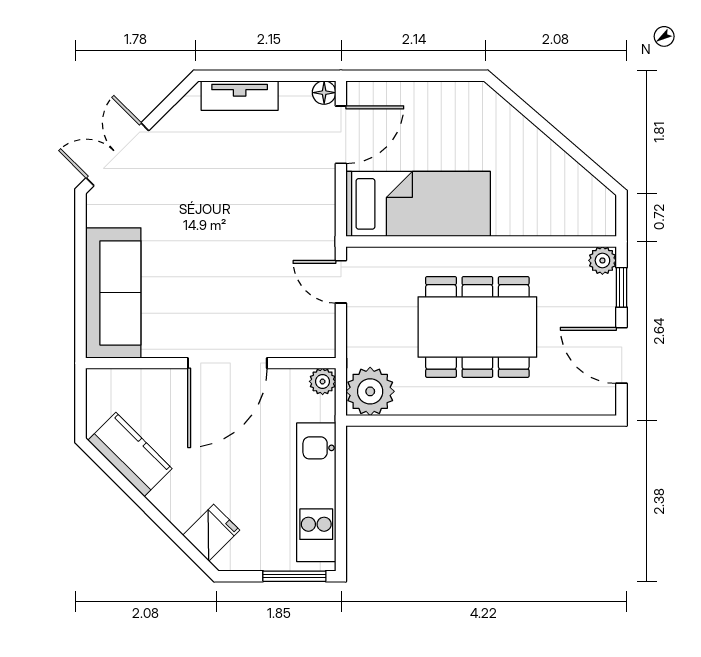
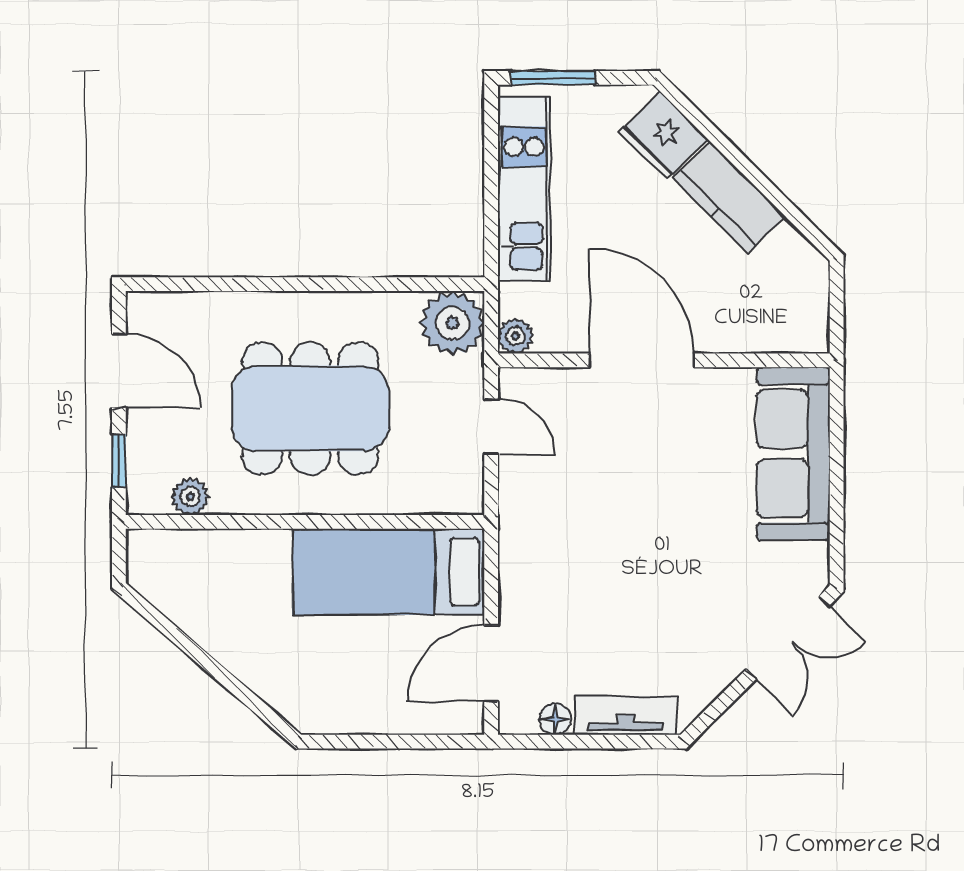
floor lamp: (324, 93) -> (555, 719), moved
plant: (602, 260) -> (190, 497), moved
door: (341, 282) -> (491, 427), moved
door: (227, 363) -> (642, 360), hinge flipped
kitchen counter: (130, 454) -> (729, 197), moved
fridge: (211, 533) -> (663, 135), width x1.38

